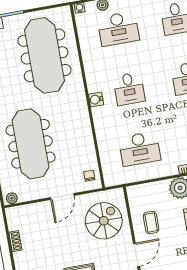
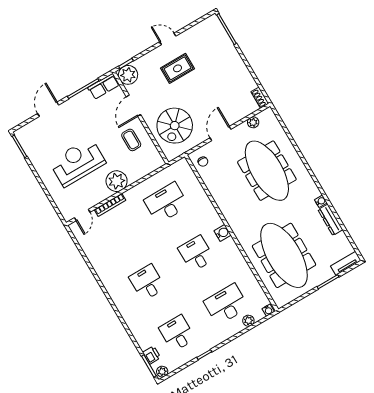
plant: (12, 198) -> (253, 122), moved
shoe rack: (15, 241) -> (260, 98), moved

